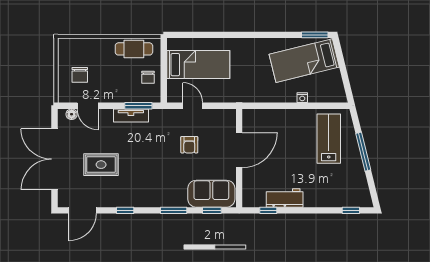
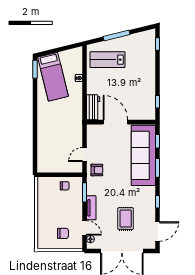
cafe table: (134, 49) -> (45, 196), removed
bed: (198, 65) -> (56, 151), removed
door: (88, 106) -> (84, 228), hinge flipped
tv unit: (131, 115) -> (91, 208), moved
armchair: (189, 145) -> (97, 170), moved
sofa: (211, 194) -> (143, 155), width x1.85, depth x1.27
workbench: (285, 198) -> (93, 107), moved, turned 180
door: (82, 210) -> (158, 232), hinge flipped

